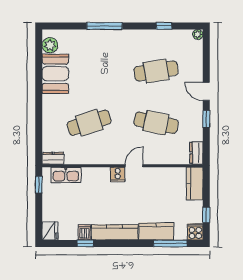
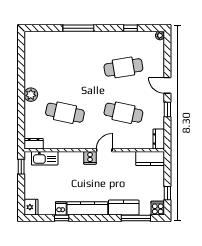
plant: (50, 45) -> (31, 95), moved
booth: (55, 74) -> (36, 70), removed
cafe table: (89, 123) -> (65, 113), turned 30
kitchen counter: (195, 183) -> (150, 159), moved, turned -90

